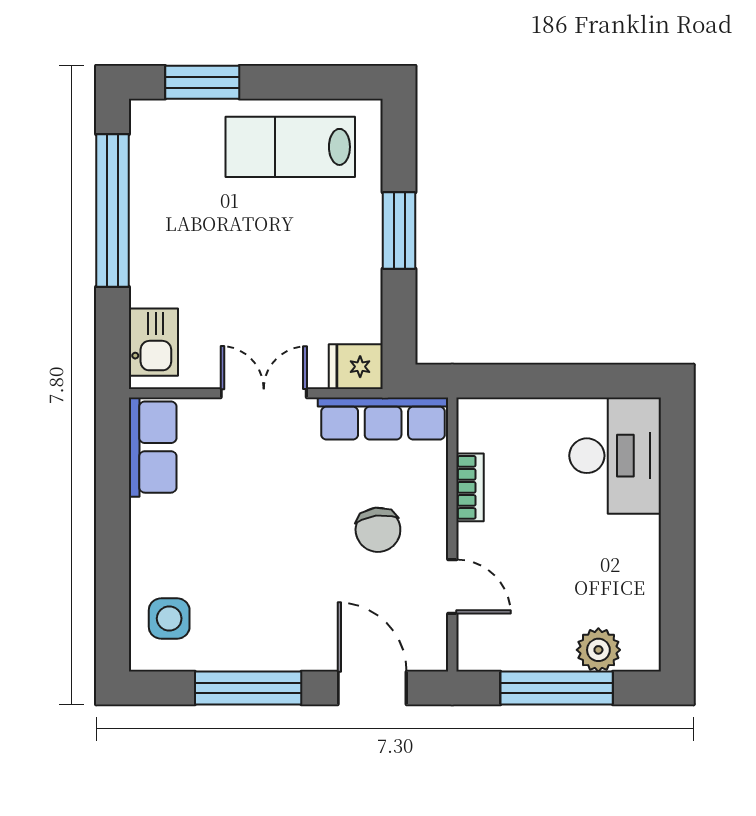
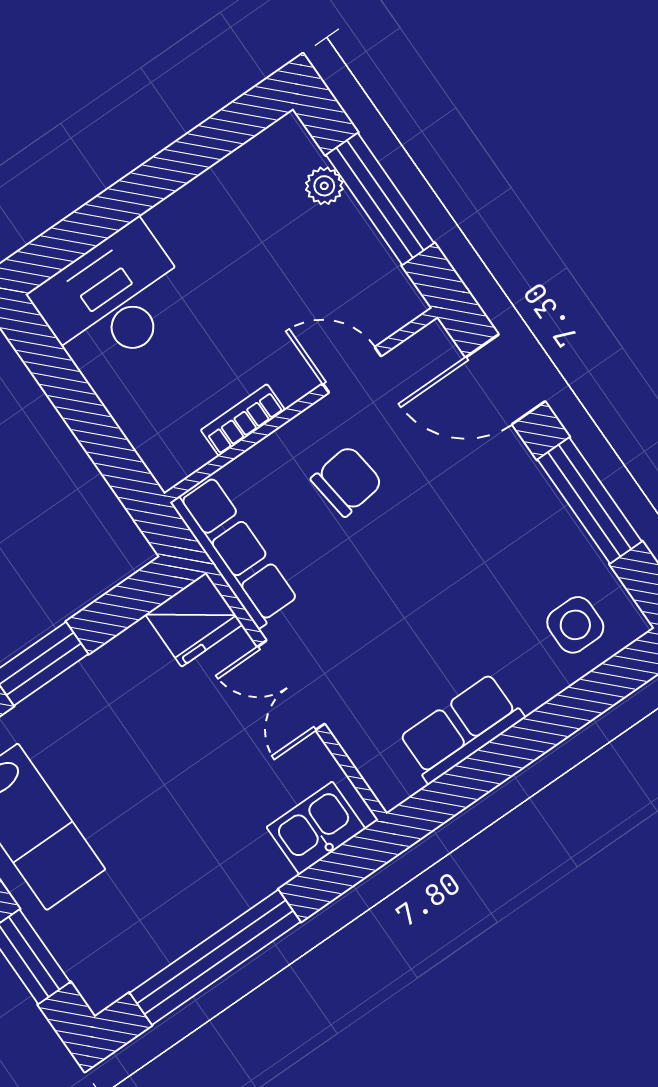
fridge: (356, 367) -> (194, 620), width x1.38
row of seats: (153, 447) -> (461, 728), moved
door: (452, 587) -> (352, 370), hinge flipped
plant: (598, 650) -> (324, 186), width x0.73, depth x0.73
door: (372, 688) -> (505, 379), hinge flipped

